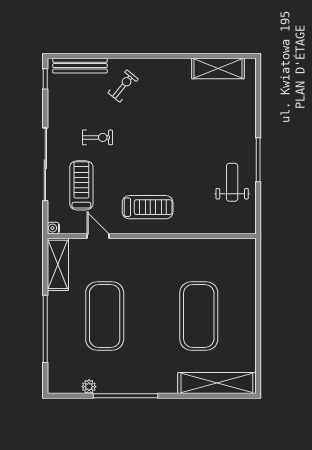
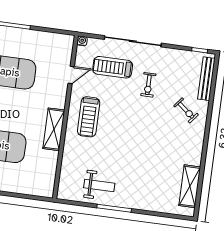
treadmill: (81, 185) -> (113, 67), turned 180
shelving: (58, 264) -> (54, 129), moved, turned 90

